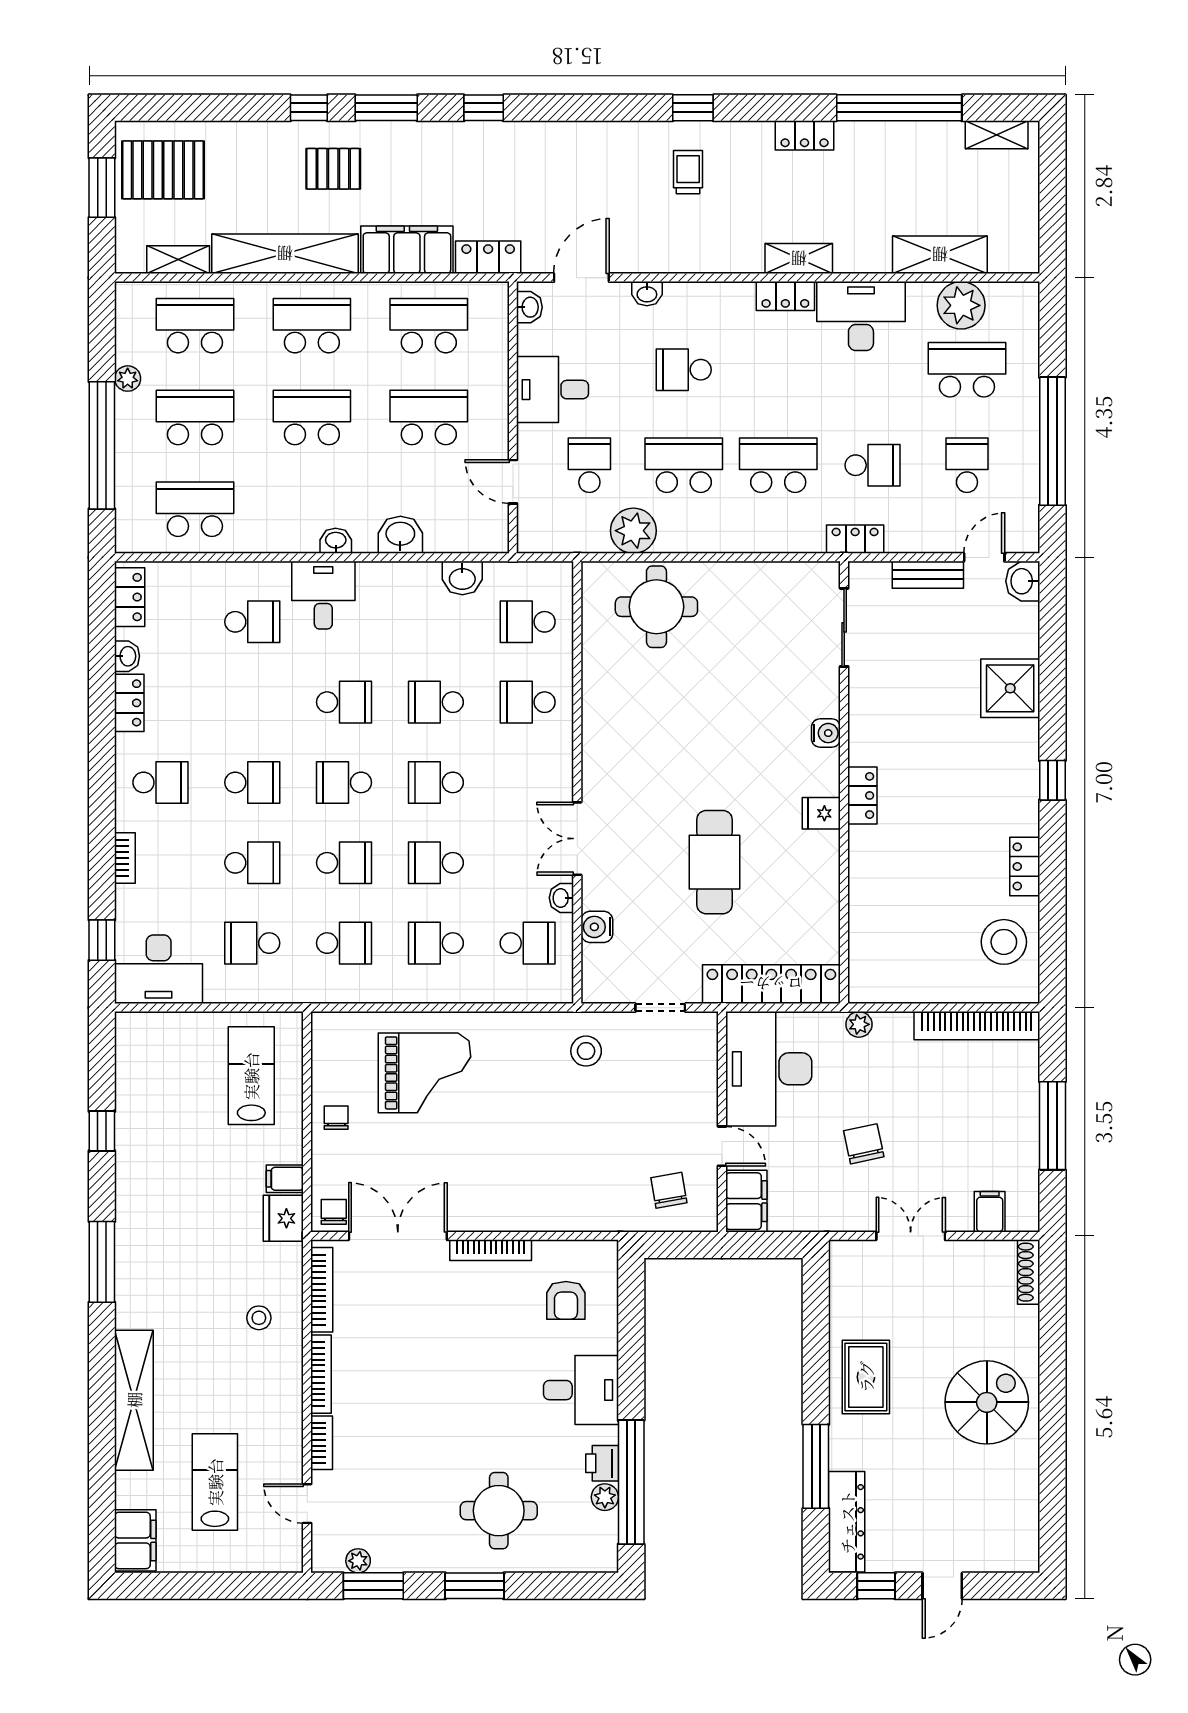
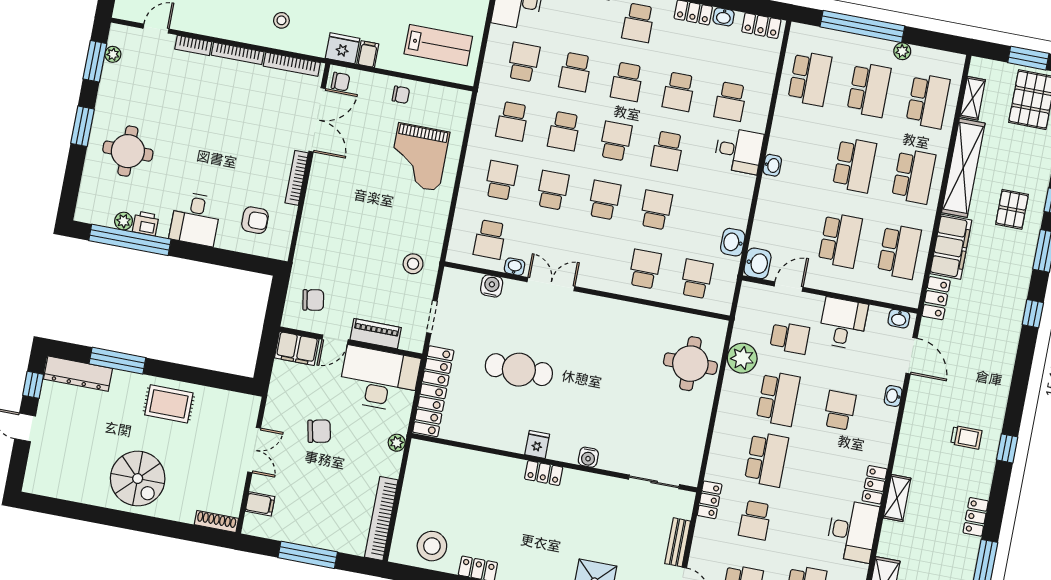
washbasin: (400, 535) -> (758, 263), moved
school desk: (252, 702) -> (679, 92), added
piano: (702, 1087) -> (376, 334), added
armchair: (566, 1300) -> (255, 220), turned 180

